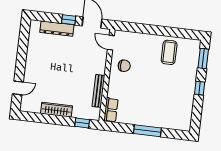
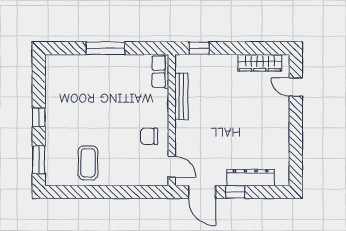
door: (18, 88) -> (296, 87), hinge flipped
wardrobe: (56, 110) -> (260, 63), moved

